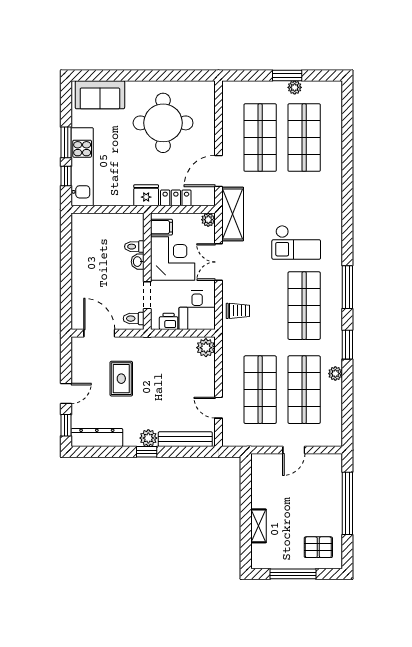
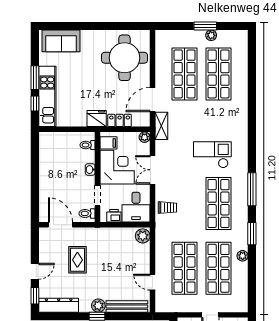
round table: (163, 123) -> (125, 58), moved
shelving: (233, 214) -> (161, 126), width x0.67, depth x0.75
checkout: (296, 242) -> (212, 155), turned 180
toilet: (134, 247) -> (88, 145), moved

